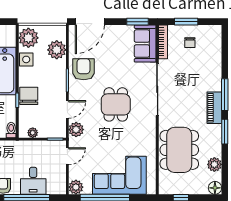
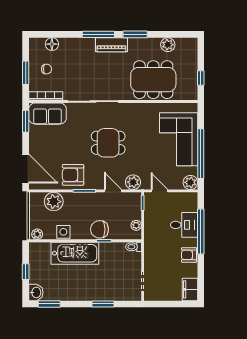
plant: (28, 38) -> (37, 234), width x0.53, depth x0.53
floor lamp: (215, 188) -> (52, 44), moved

